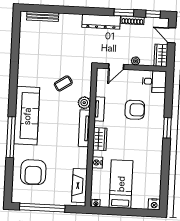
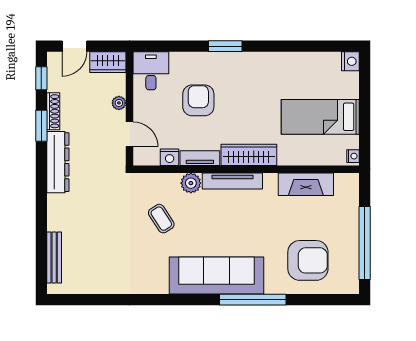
wardrobe: (100, 139) -> (249, 155), width x1.50
nightstand: (97, 163) -> (170, 157), moved
fireplace: (79, 186) -> (306, 184), moved

